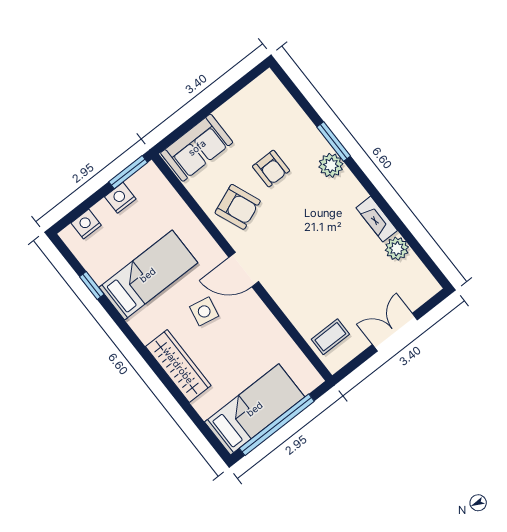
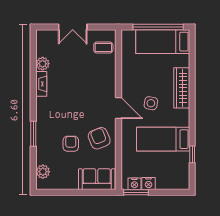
plant: (331, 165) -> (43, 172), moved
nightstand: (86, 224) -> (134, 184), moved

